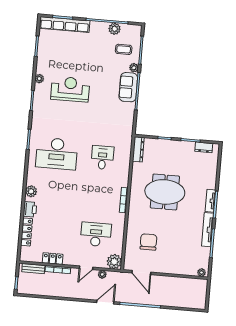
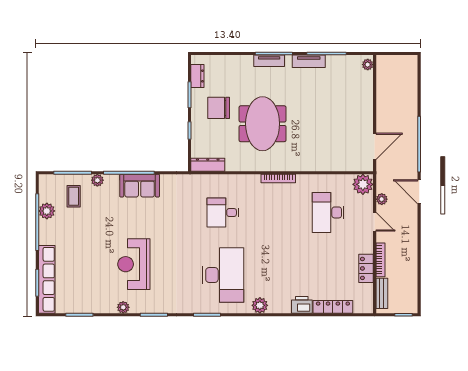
sofa: (128, 87) -> (140, 186), moved
plant: (31, 191) -> (260, 305), moved
tv unit: (208, 230) -> (309, 61), width x0.71
chair: (148, 242) -> (219, 108), moved

